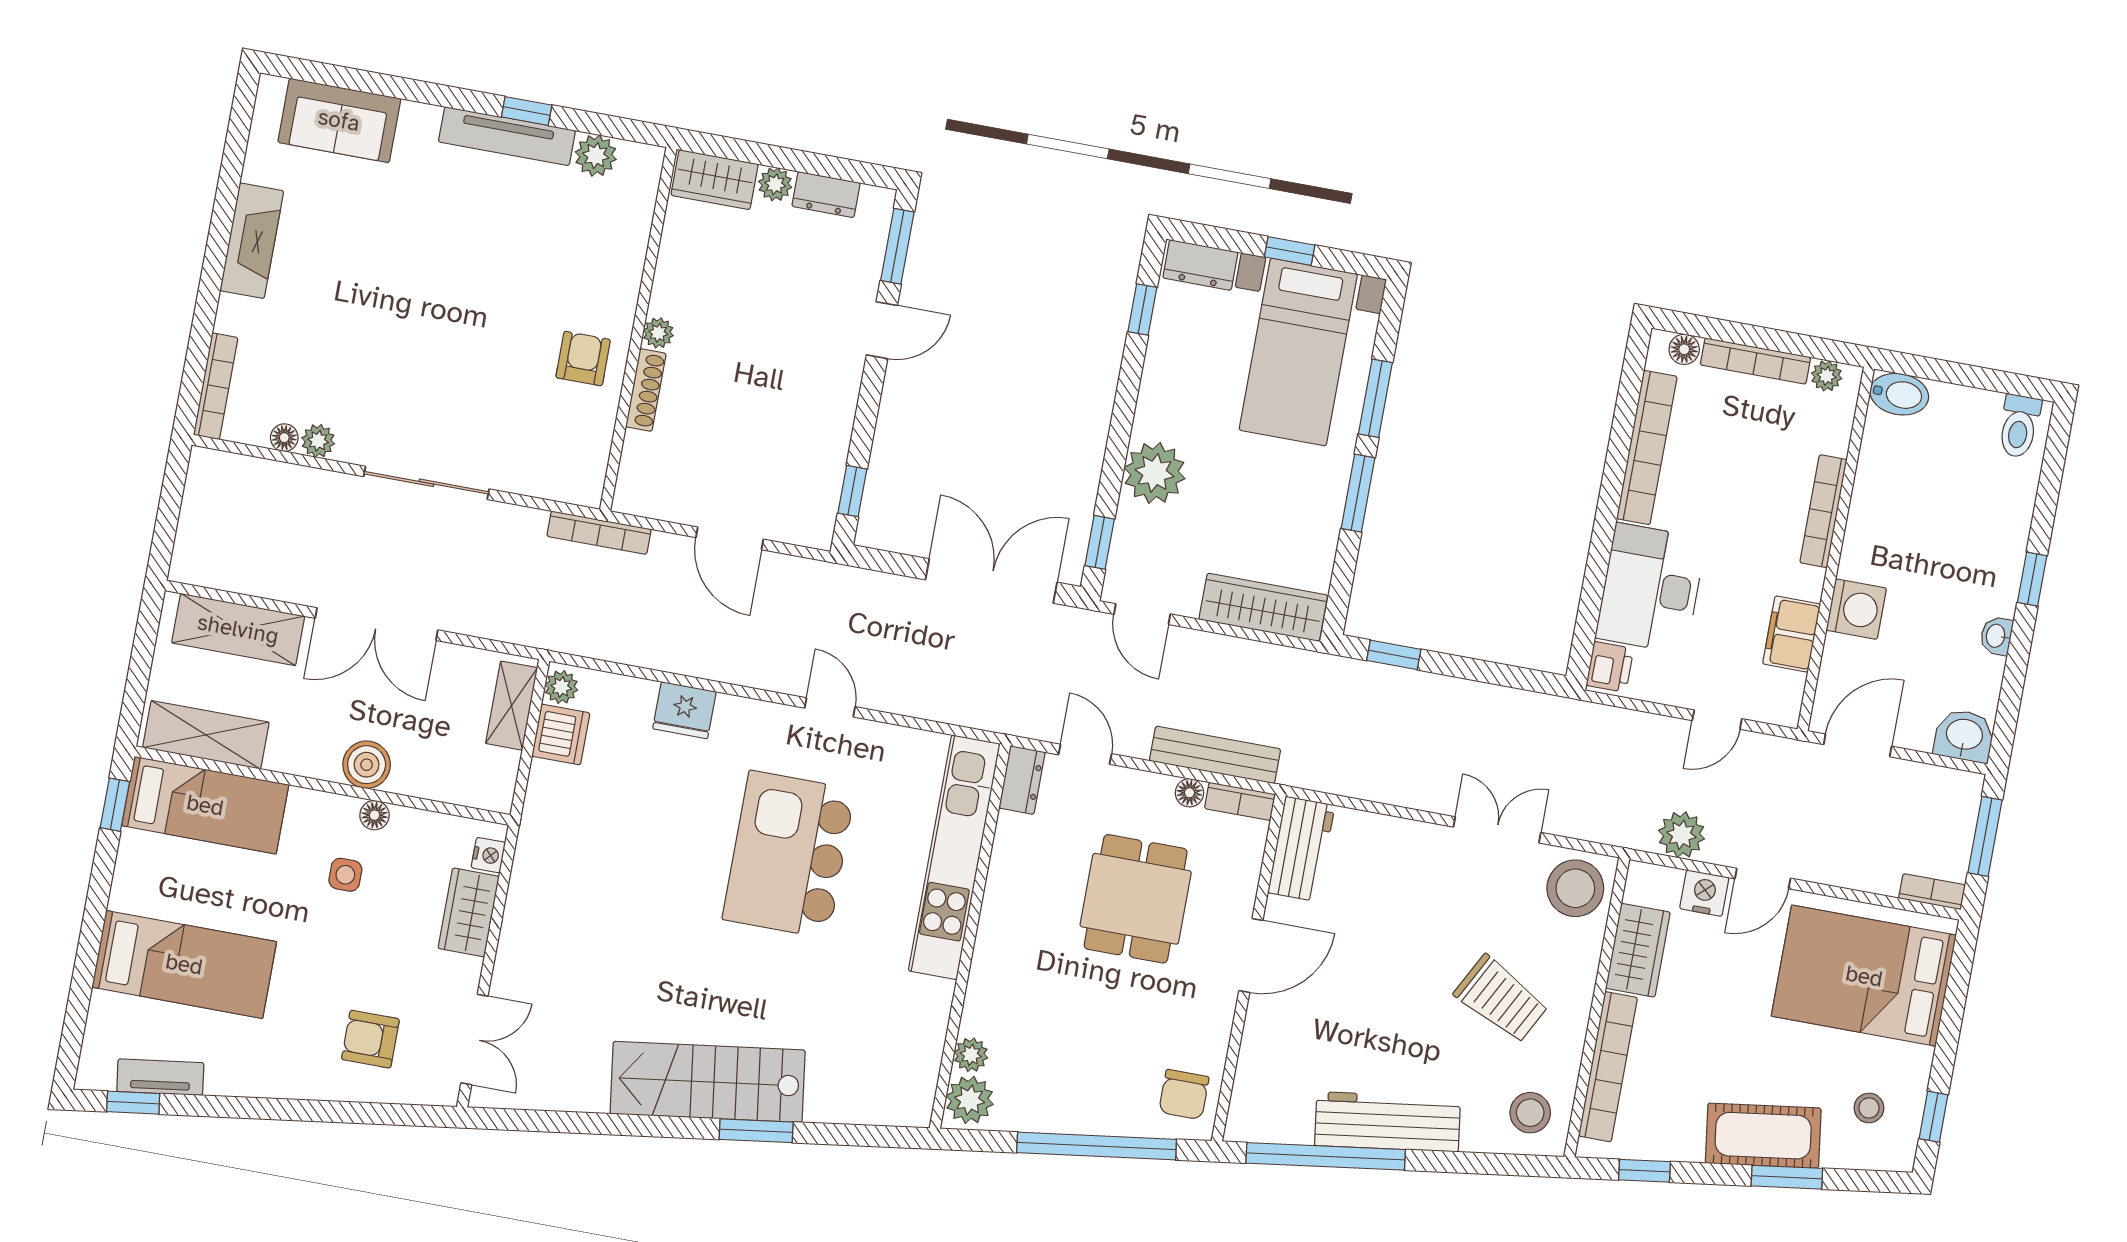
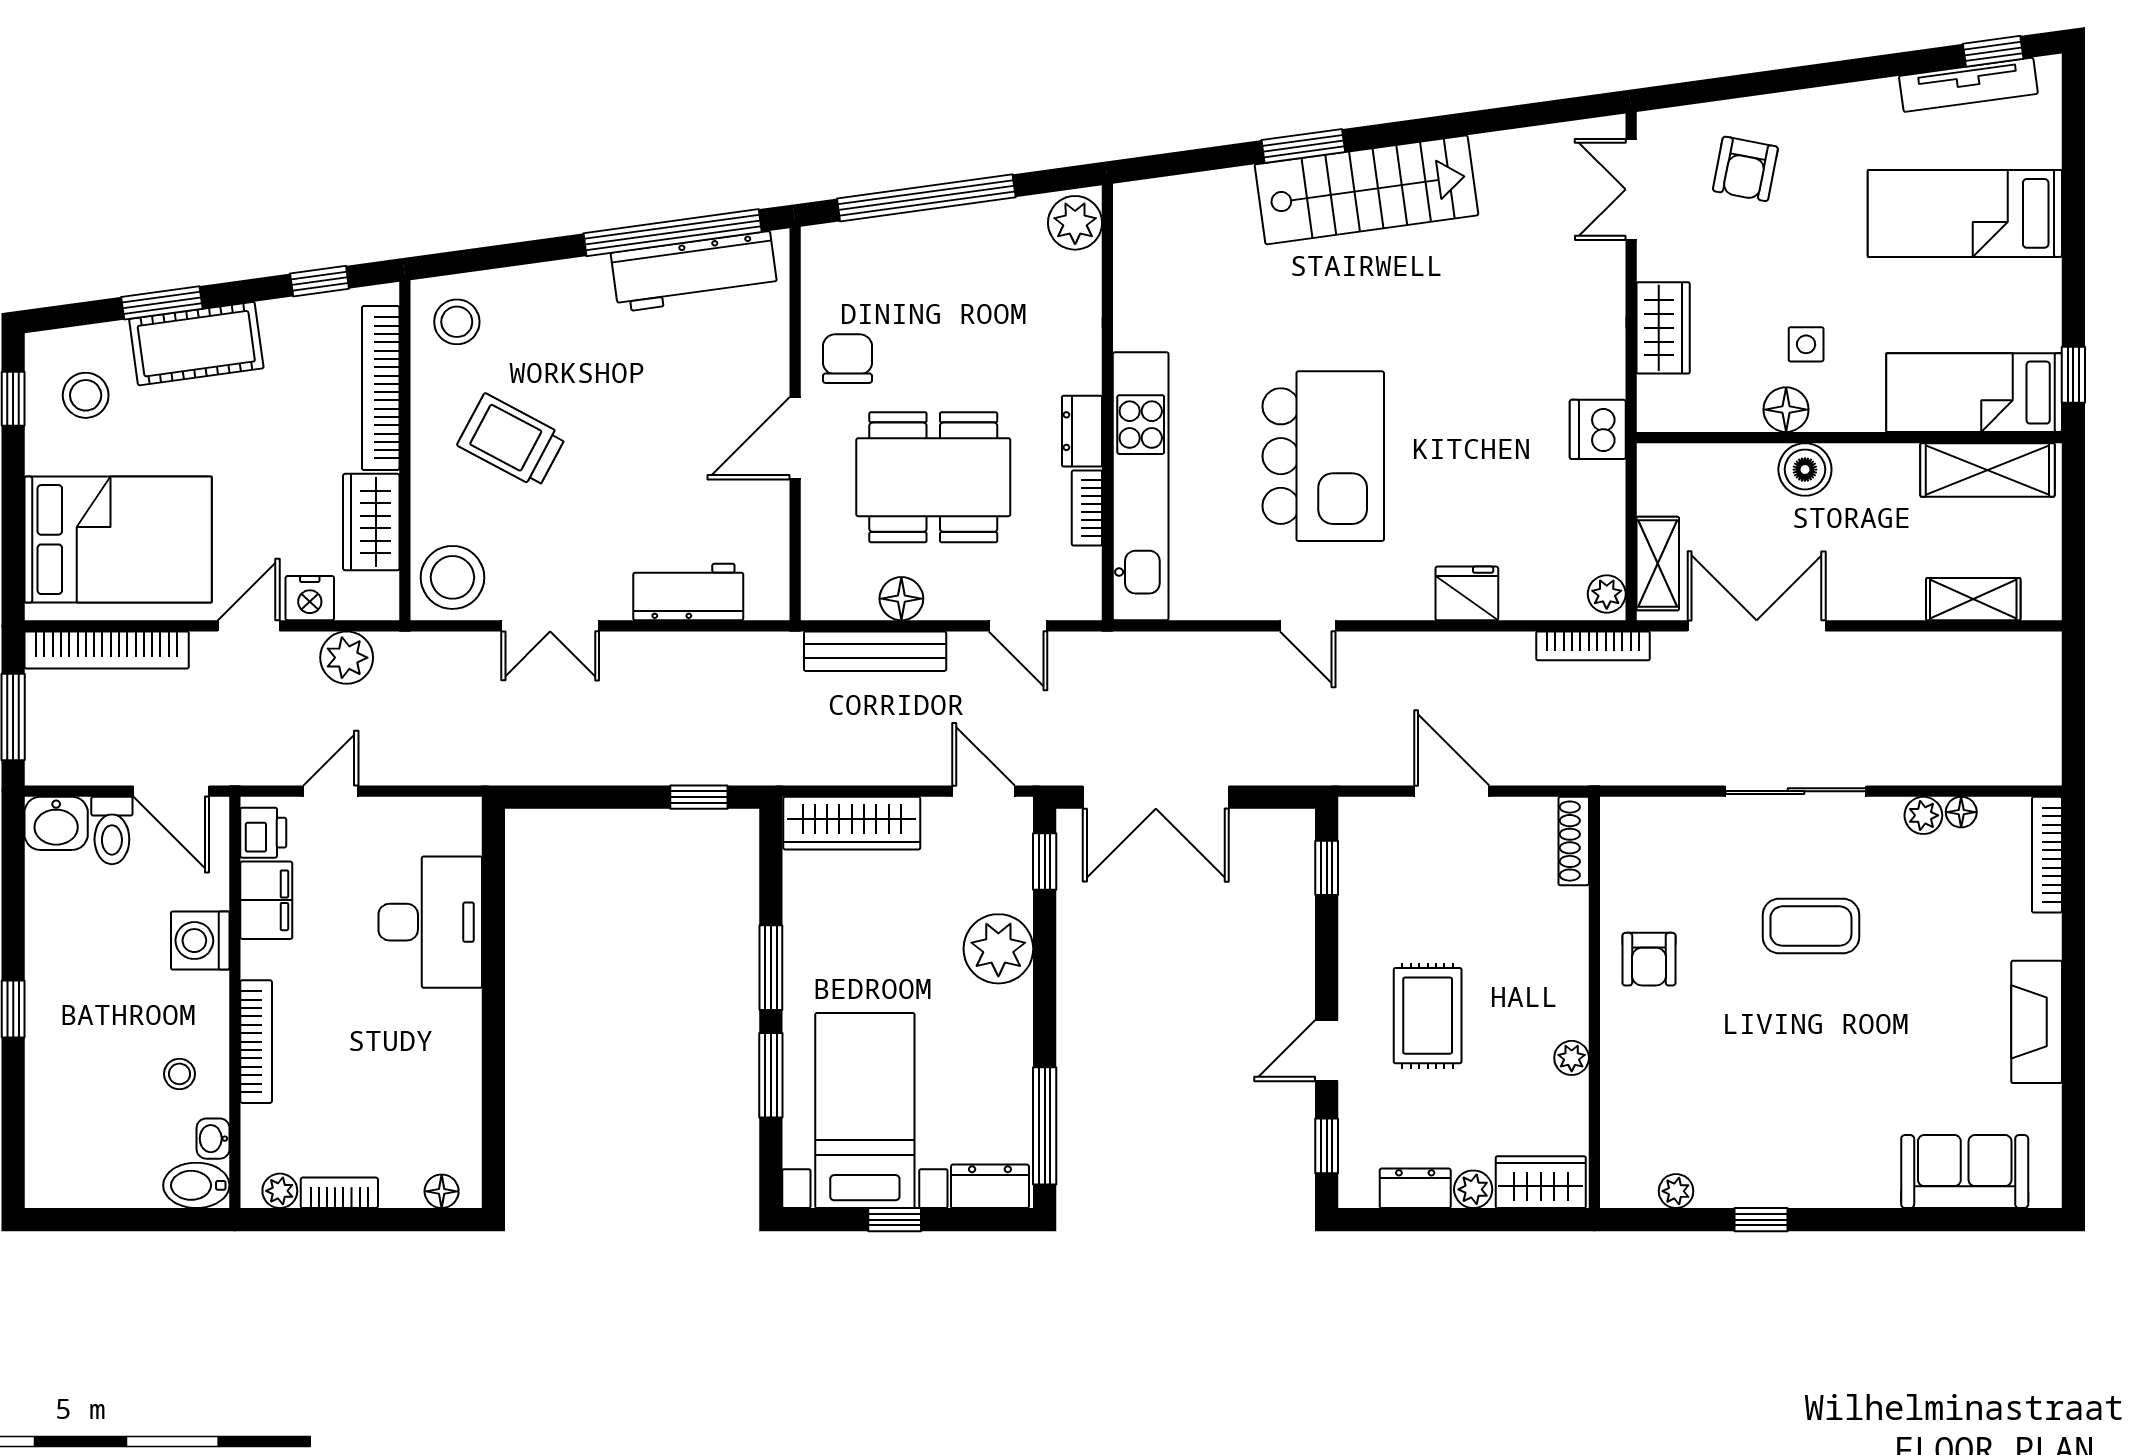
tv unit: (507, 136) -> (1777, 1188), removed
plant: (596, 156) -> (1676, 1191), width x0.73, depth x0.73
window: (897, 246) -> (1327, 1146), width x0.67
window: (1142, 309) -> (1045, 1126), width x2.17
plant: (658, 333) -> (1572, 1058), moved
rug: (787, 345) -> (1428, 1016), added
bookcase: (1755, 361) -> (339, 1193), width x0.64
coffee table: (435, 362) -> (1811, 926), added
shoe rack: (646, 390) -> (1574, 841), moved
toilet: (2019, 426) -> (112, 830), moved, turned 180
bookcase: (1647, 447) -> (463, 1076), removed
stool: (1896, 495) -> (179, 1074), added
bookcase: (599, 533) -> (1593, 646), moved, turned 180
double door: (376, 624) -> (1757, 626), moved
shelving: (238, 629) -> (1973, 599), width x0.67, depth x0.75
washbasin: (1996, 636) -> (213, 1139), moved, turned 180
printer: (1610, 667) -> (263, 833), moved, turned 180
dishwasher: (561, 735) -> (1598, 429), moved
door: (1858, 745) -> (171, 791), hinge flipped
dresser: (1022, 780) -> (1082, 431), moved
floor lamp: (1189, 793) -> (901, 599), width x1.37, depth x1.37
bookcase: (1240, 801) -> (1087, 508), moved, turned -90
floor lamp: (375, 815) -> (1786, 410), width x1.37, depth x1.37
workbench: (1301, 849) -> (688, 592), moved, turned 90
nightstand: (488, 855) -> (1653, 395), removed
bookcase: (1932, 892) -> (107, 650), width x2.31, depth x1.31
dining table: (1136, 899) -> (933, 477), width x1.37
armchair: (370, 1039) -> (1745, 169), turned 101
plant: (971, 1055) -> (1083, 273), removed
tv unit: (160, 1077) -> (1968, 85), width x1.41
chair: (1184, 1094) -> (847, 359), moved
stool: (1869, 1108) -> (86, 395), width x1.37, depth x1.37
workbench: (1388, 1122) -> (694, 272), moved

